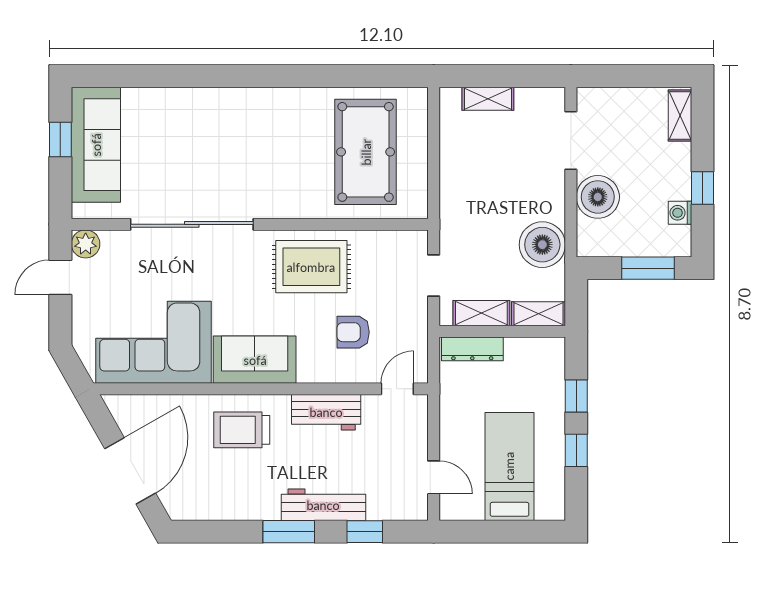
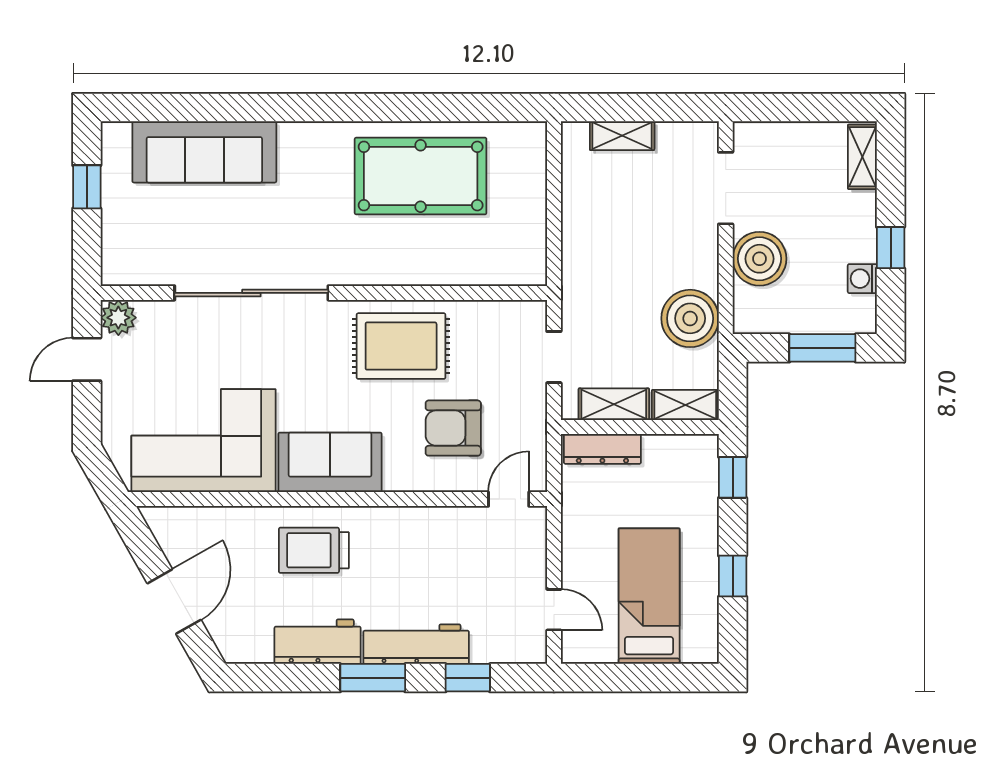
sofa: (96, 145) -> (204, 152), moved, turned 90
pool table: (366, 152) -> (421, 176), moved, turned 90
armchair: (353, 332) -> (453, 428), width x1.38, depth x1.38
window: (576, 396) -> (733, 477), moved
workbench: (326, 412) -> (318, 642), moved, turned 180
door: (130, 471) -> (174, 602), width x0.73

